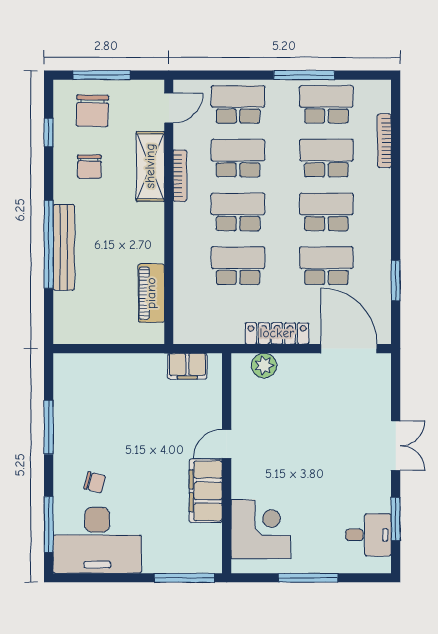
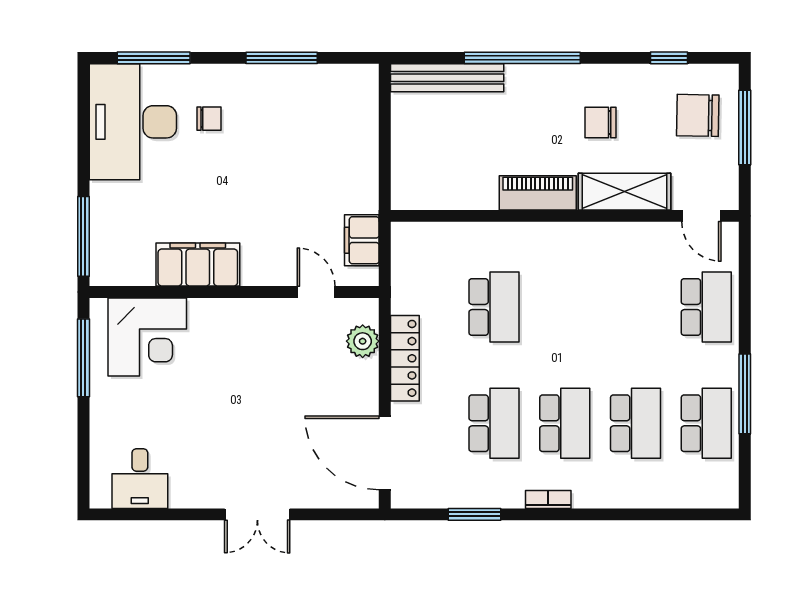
bookcase: (384, 141) -> (548, 499), moved, width x0.64
school desk: (238, 158) -> (636, 307), removed
chair: (89, 167) -> (600, 123), moved
bookcase: (180, 176) -> (612, 230), removed
school desk: (238, 212) -> (565, 307), removed
bench: (64, 247) -> (447, 78), moved
piano: (151, 293) -> (538, 193), moved
door: (349, 349) -> (385, 453), swing flipped
door: (227, 444) -> (316, 292), moved
chair: (95, 482) -> (209, 119), turned -104
window: (396, 519) -> (161, 514), removed
window: (308, 578) -> (83, 358), moved

